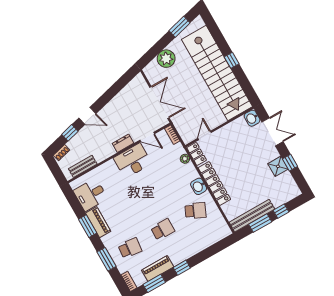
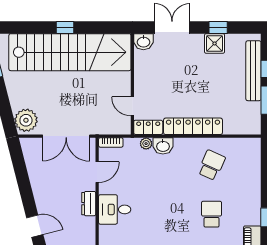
plant: (166, 59) -> (26, 120), moved
double door: (159, 102) -> (66, 136), swing flipped
door: (87, 116) -> (35, 226), hinge flipped
desk: (133, 161) -> (115, 209), width x0.73
washbasin: (199, 186) -> (163, 146), moved
bench: (252, 216) -> (253, 71), moved

